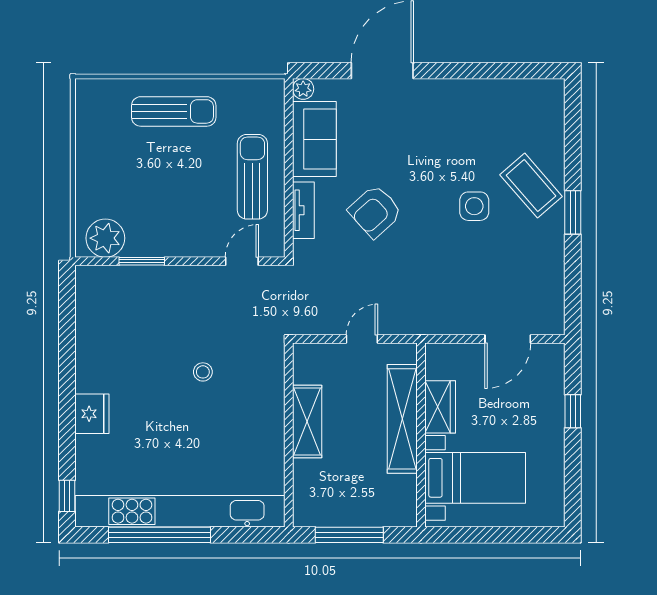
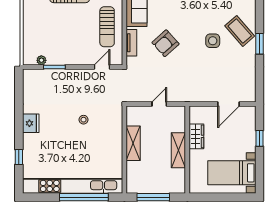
sun lounger: (252, 177) -> (107, 27), turned 180
plant: (105, 238) -> (41, 60), width x0.53, depth x0.53
fridge: (92, 414) -> (31, 123), moved
shelving: (402, 419) -> (178, 150), width x0.68
bed with nightstands: (475, 478) -> (232, 173), moved, turned 180
window: (67, 496) -> (19, 157), moved
window: (159, 535) -> (84, 197), moved

